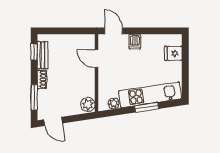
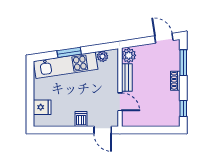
bench: (43, 55) -> (127, 77), moved

